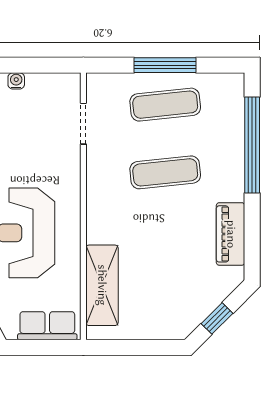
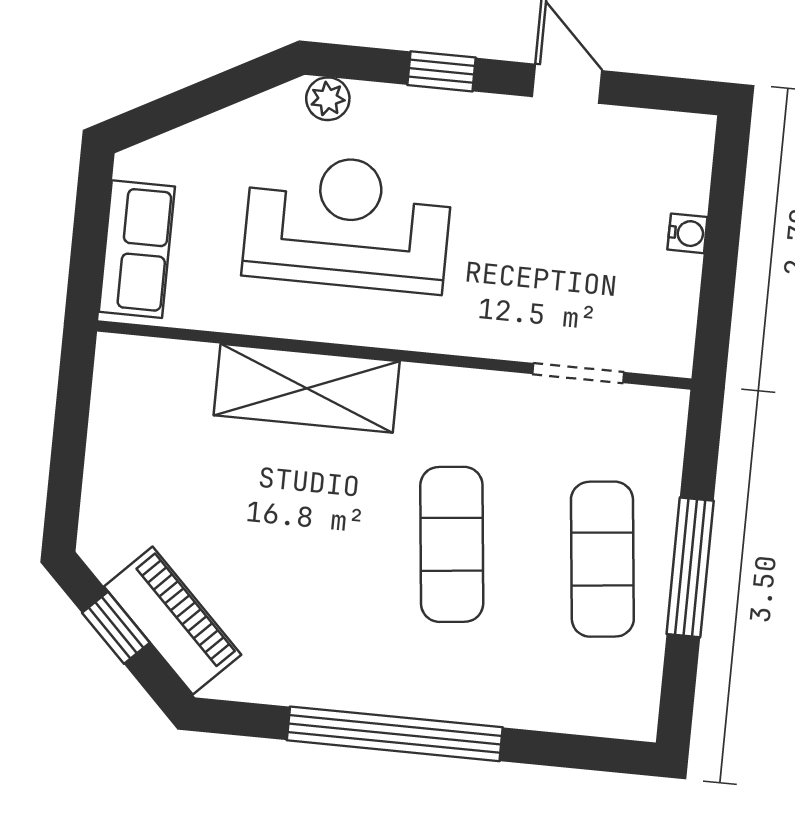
window: (252, 145) -> (395, 734), moved
piano: (231, 234) -> (173, 621), moved, turned 45
shelving: (102, 285) -> (307, 388), moved

